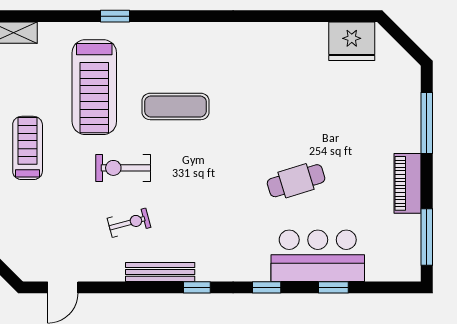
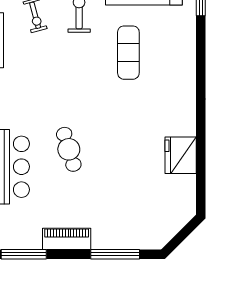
fridge: (352, 41) -> (181, 155), moved

